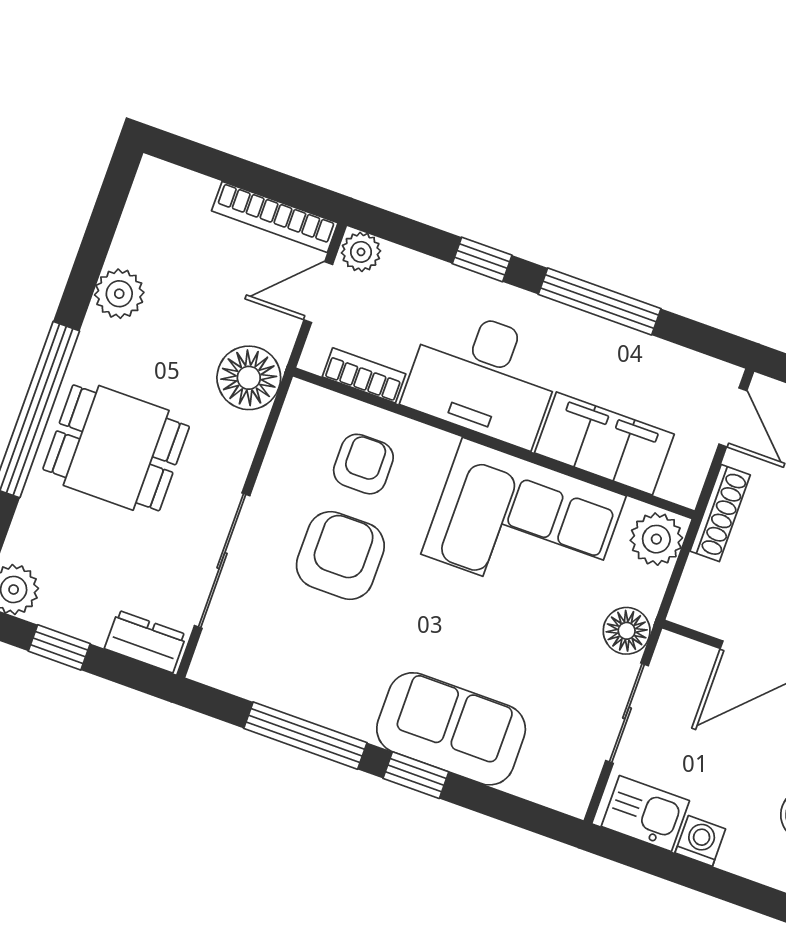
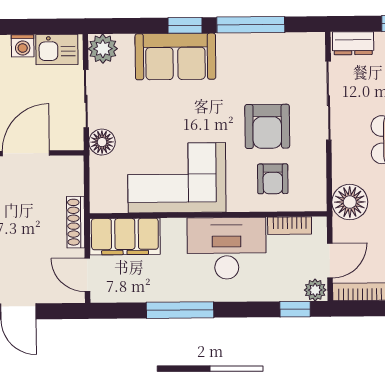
window: (482, 259) -> (295, 309), moved
filing cabinet: (604, 444) -> (125, 237), moved
plant: (656, 539) -> (103, 49), moved

